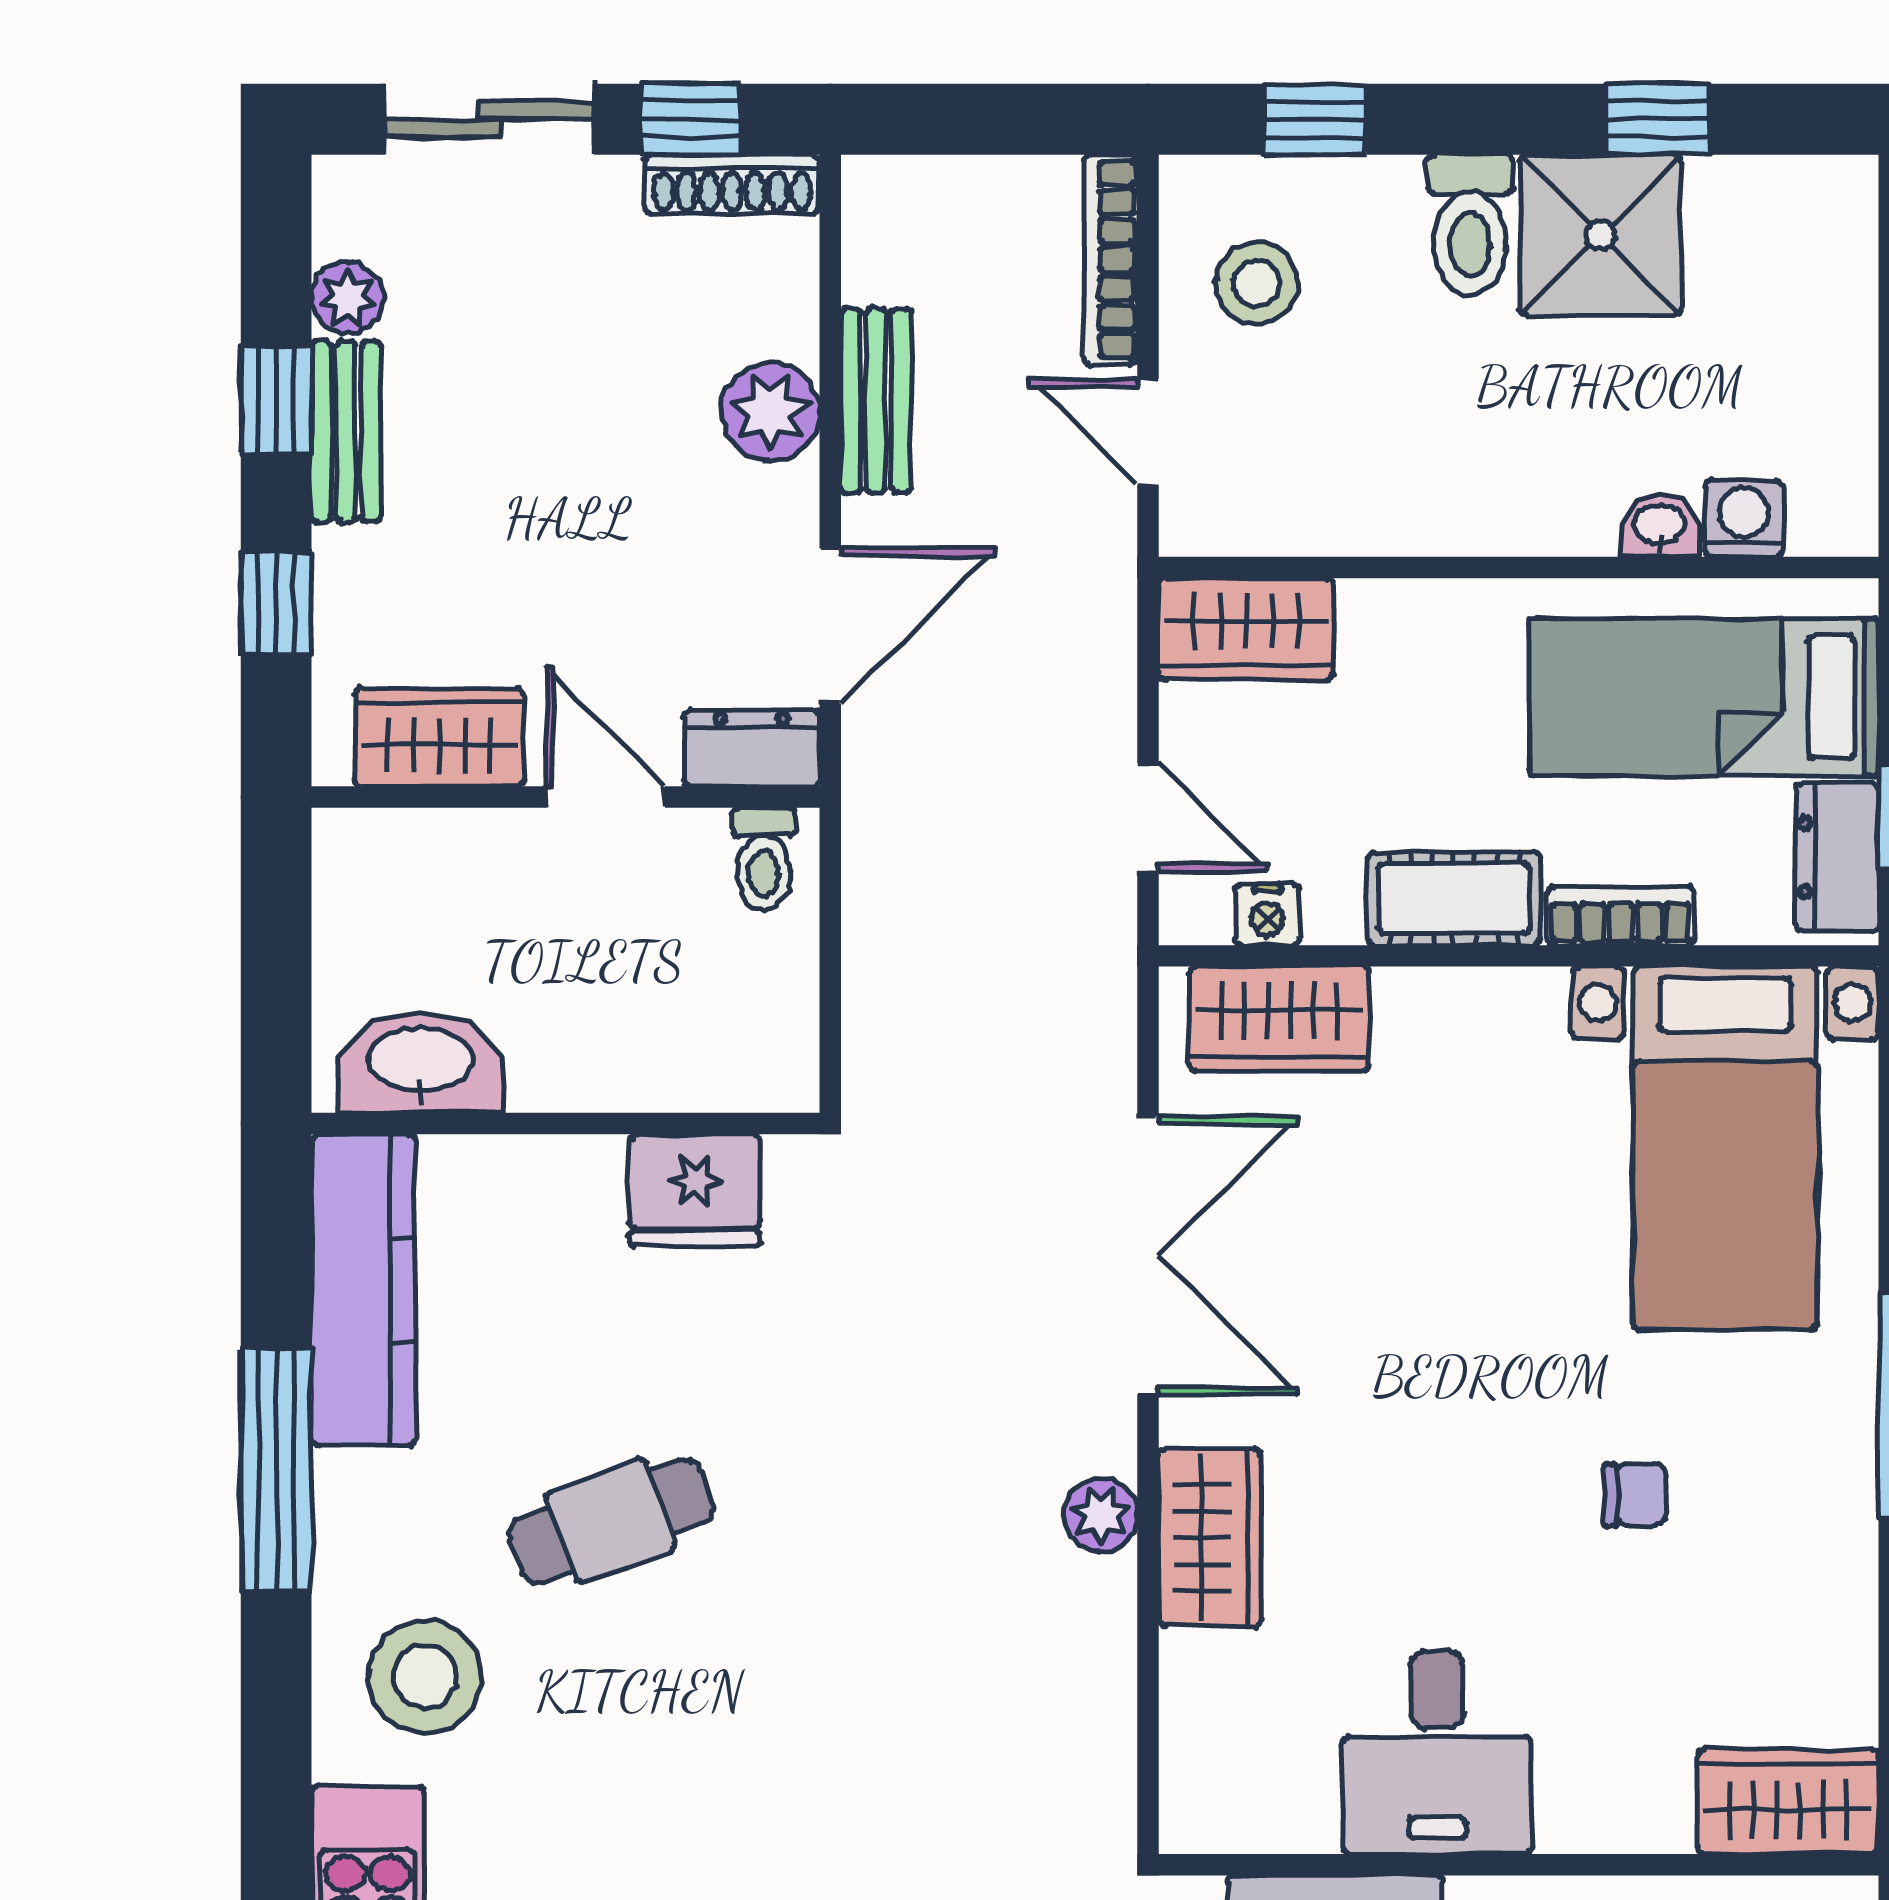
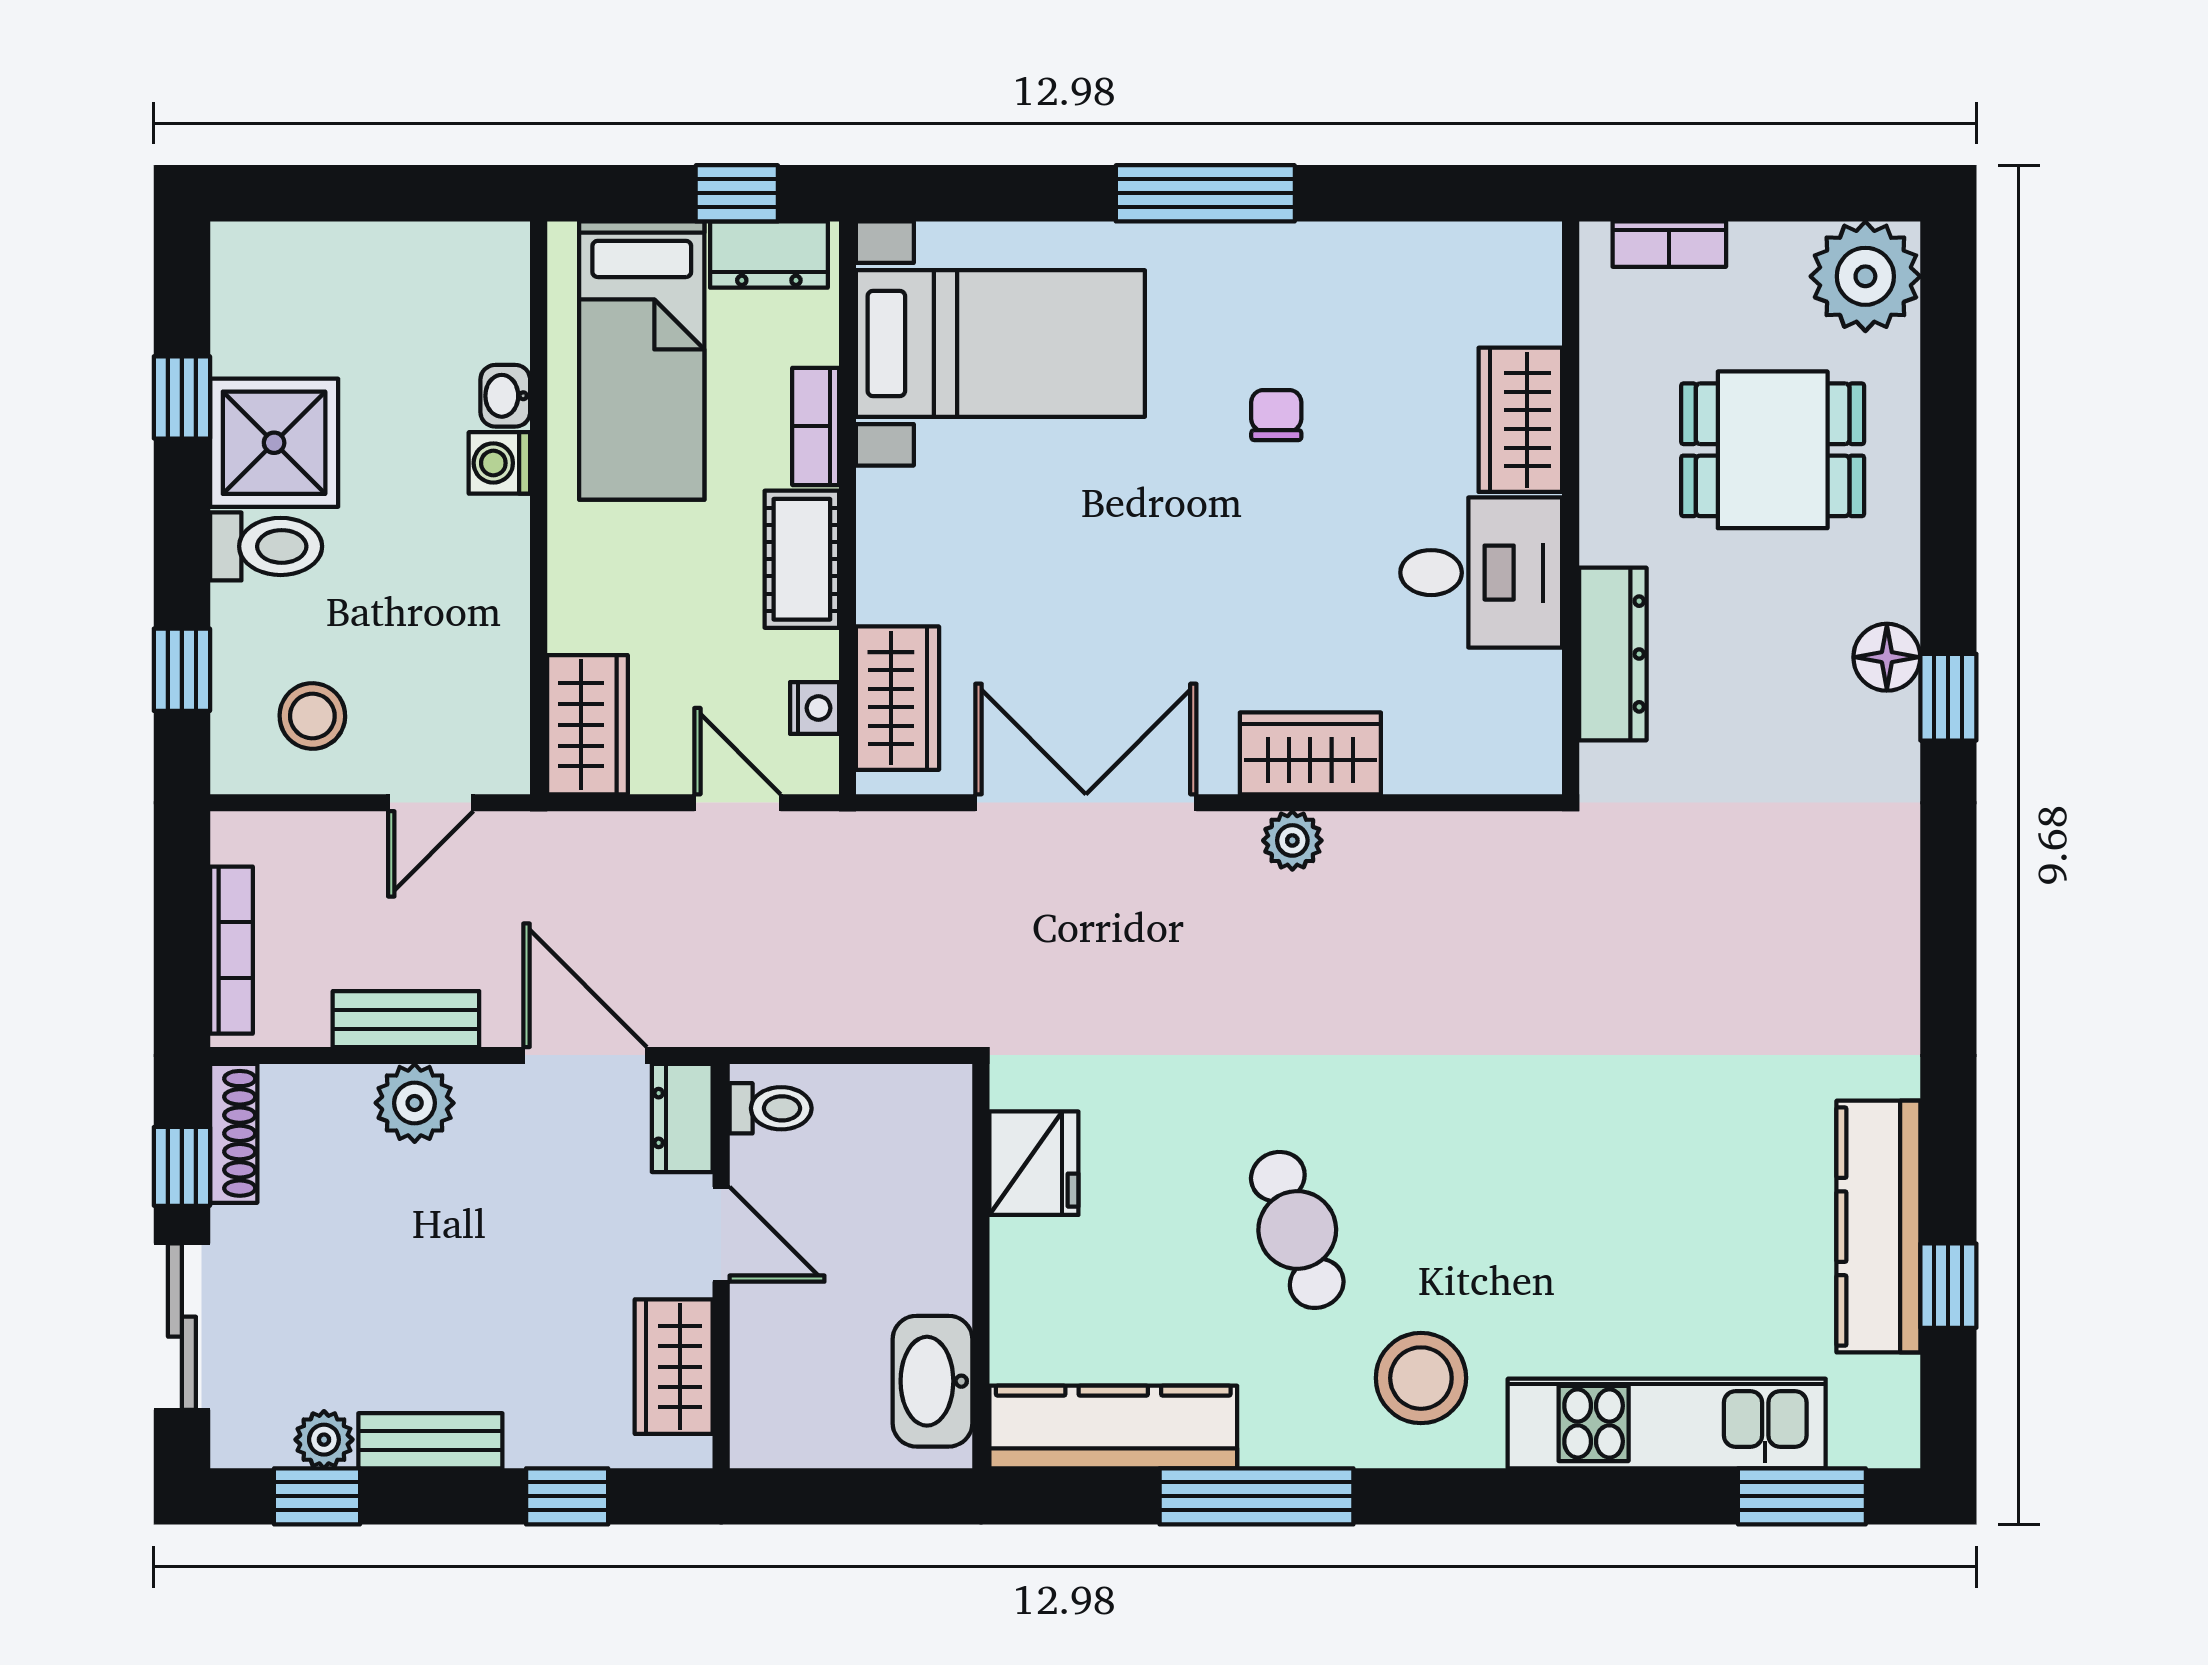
bookcase: (1110, 260) -> (231, 950), moved, turned -90
window: (276, 400) -> (317, 1496), moved
washing machine: (1744, 518) -> (499, 463), moved
door: (606, 797) -> (721, 1234), swing flipped
door: (1148, 818) -> (738, 803), hinge flipped
wardrobe: (1788, 1802) -> (1520, 420), moved

